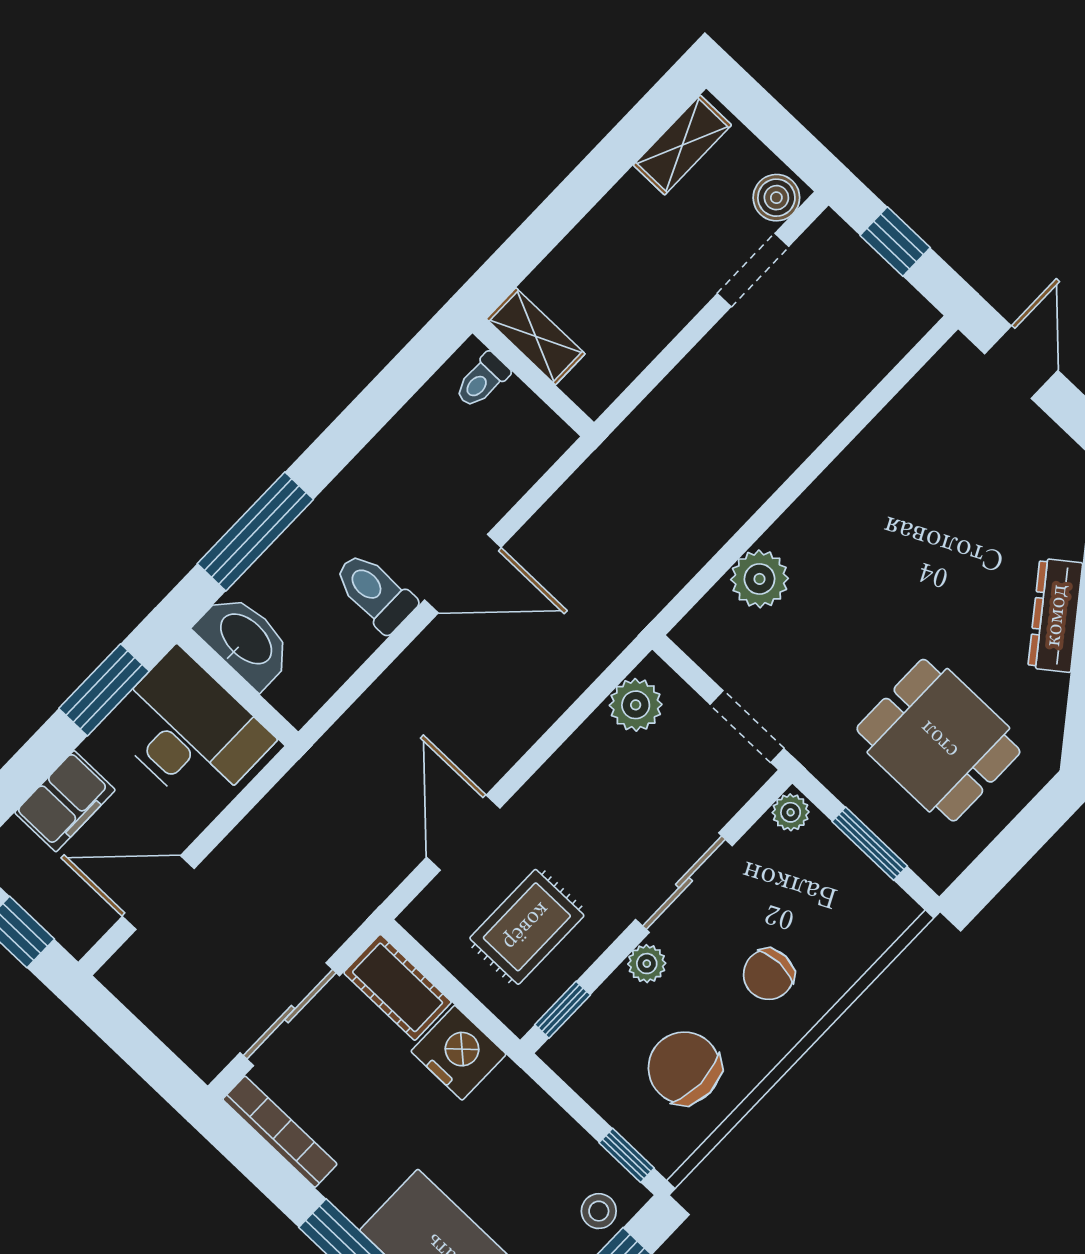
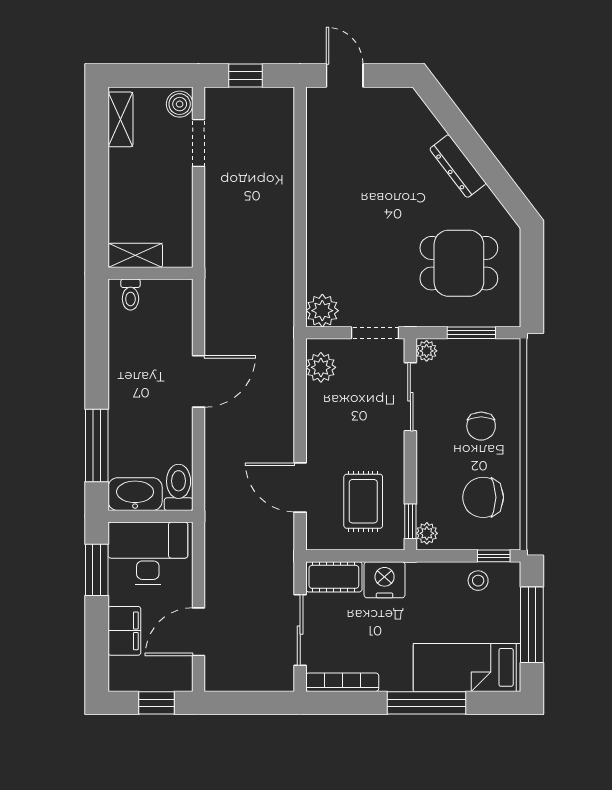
plant: (760, 579) -> (322, 311), moved
toilet: (375, 592) -> (179, 487), moved, turned 90
sliding door: (684, 883) -> (410, 397), moved
plant: (647, 964) -> (427, 533), moved
stool: (599, 1211) -> (478, 581), moved

